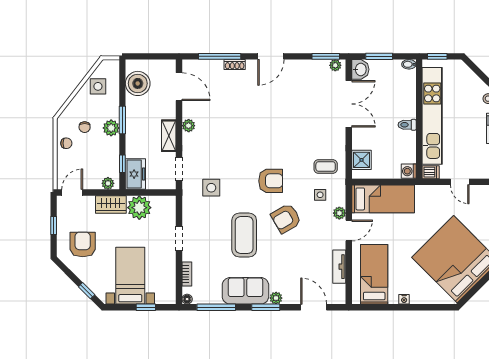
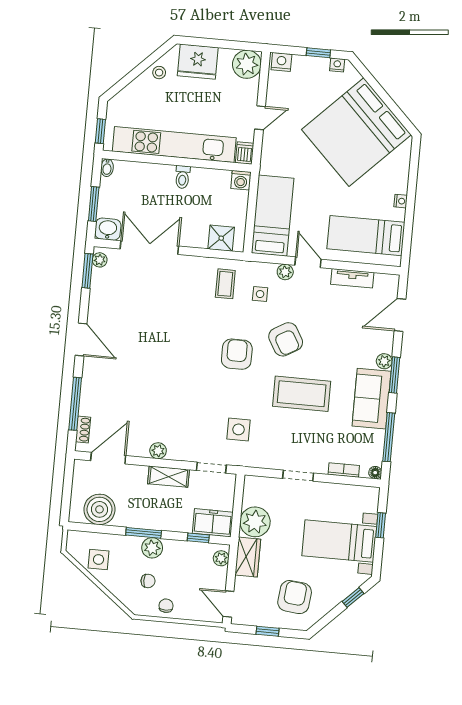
shoe rack: (235, 65) -> (83, 430), moved
armchair: (83, 244) -> (295, 597), turned 96

